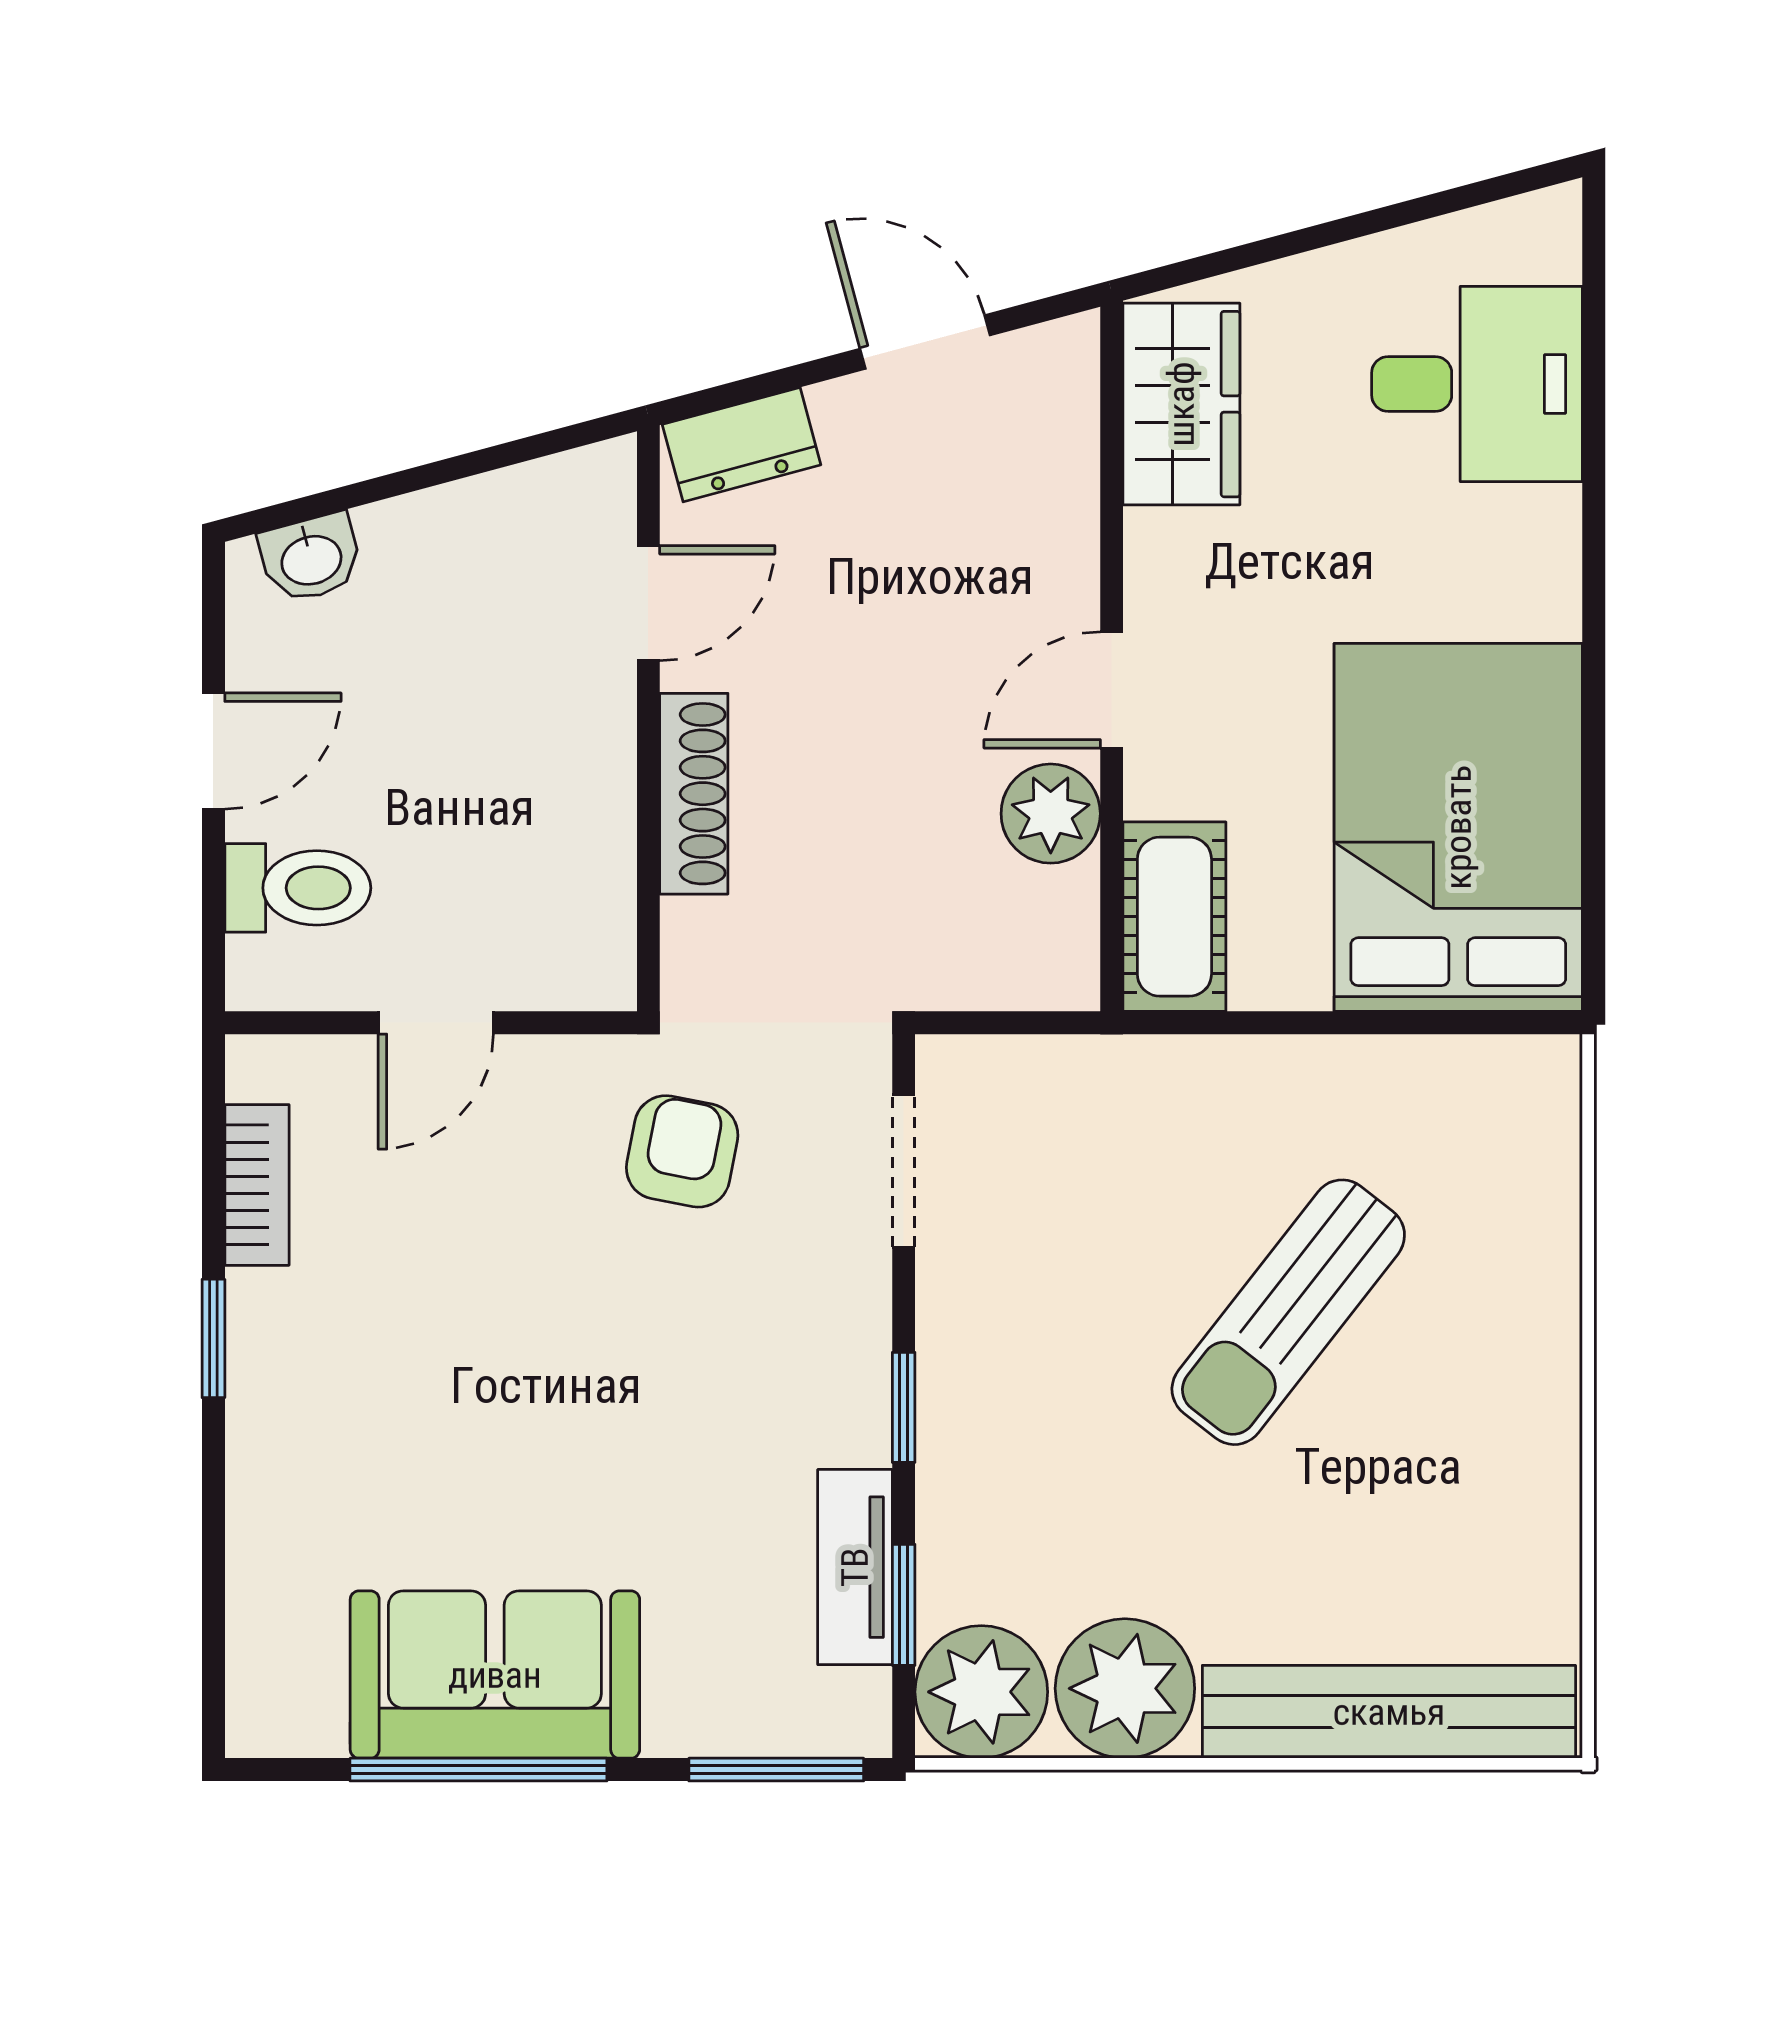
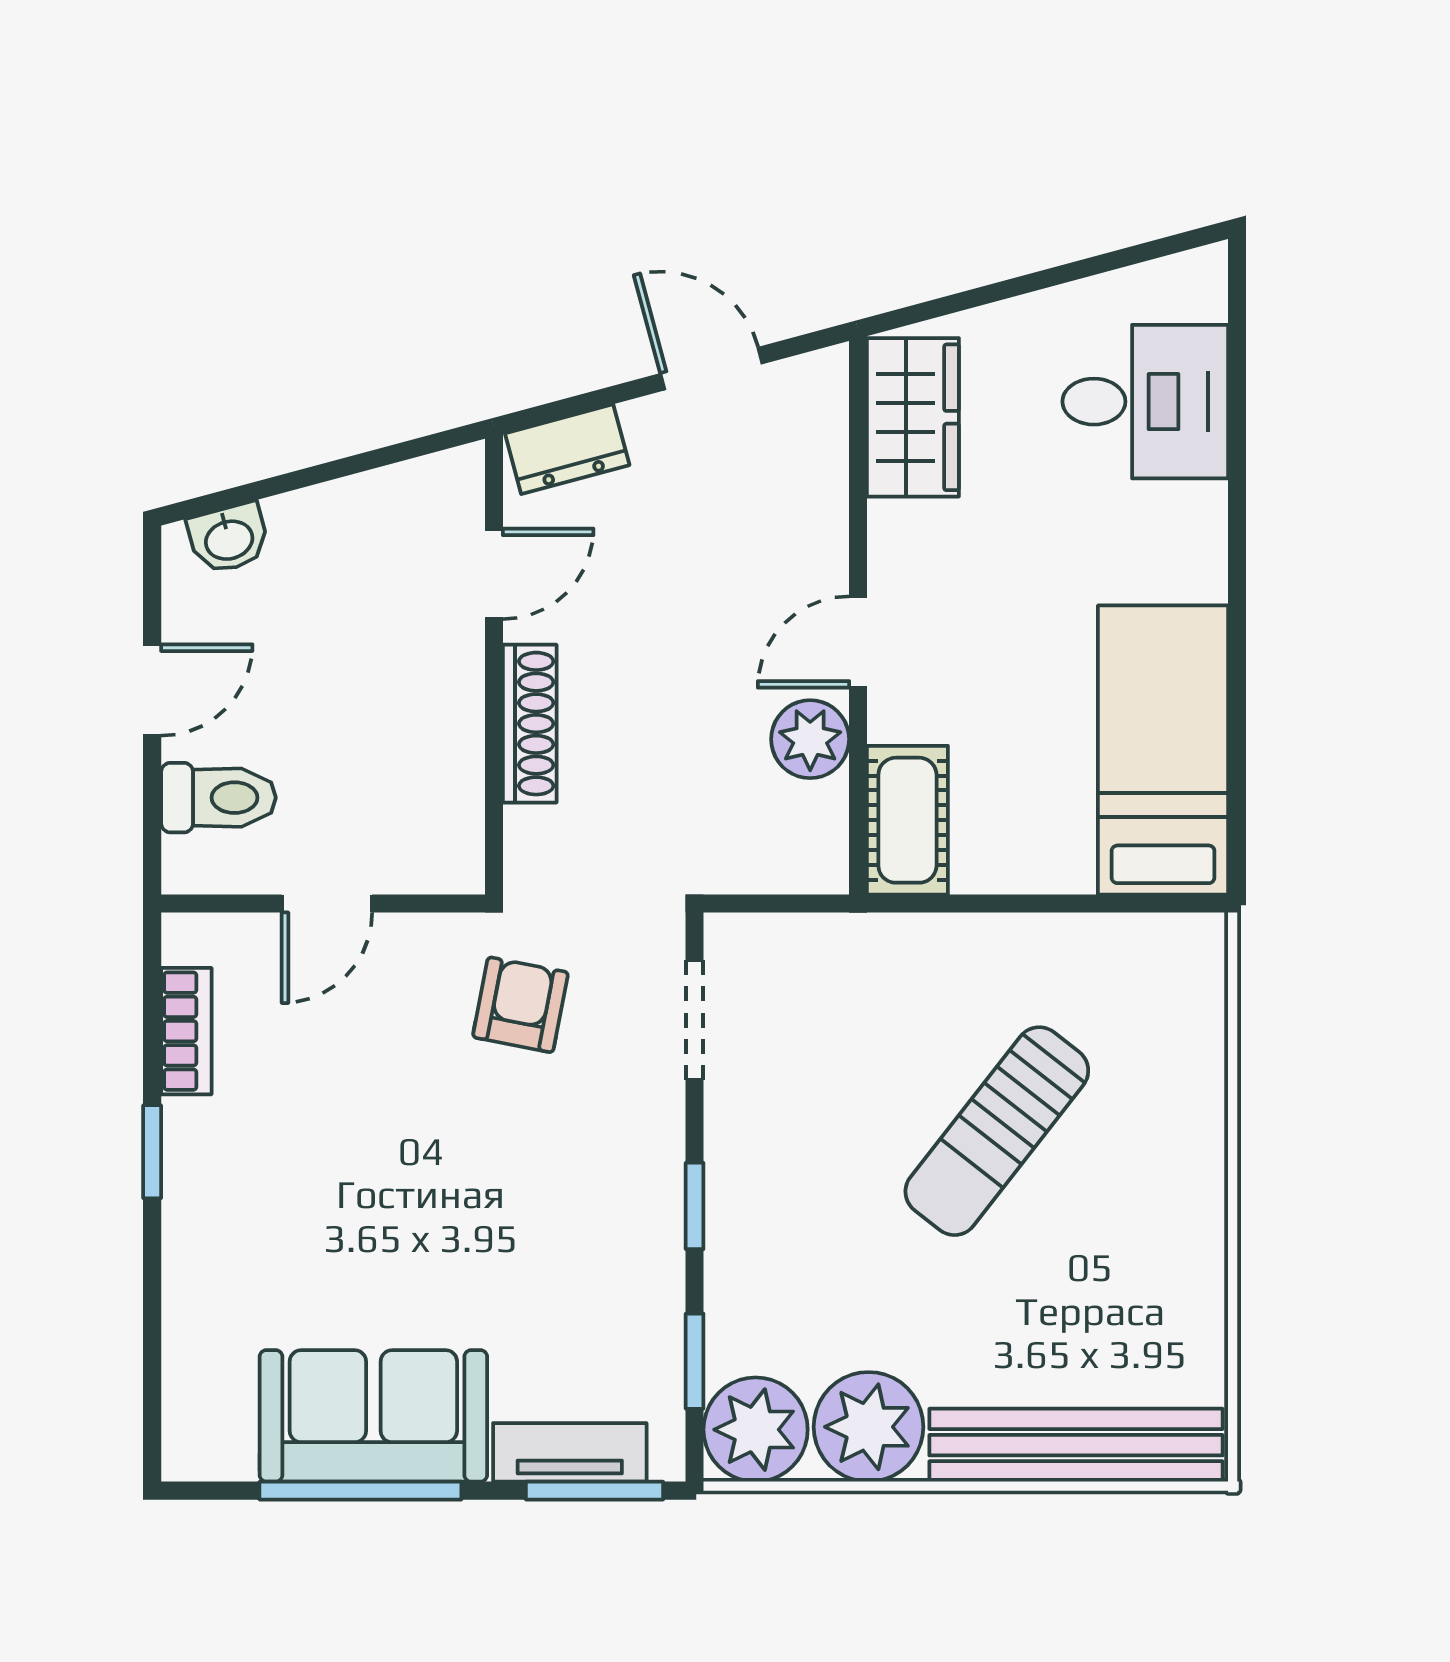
bed: (1458, 827) -> (1163, 750), width x0.67
tv unit: (855, 1567) -> (570, 1452), moved, turned 90

